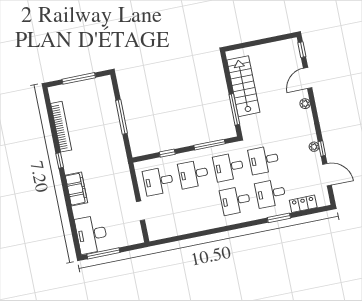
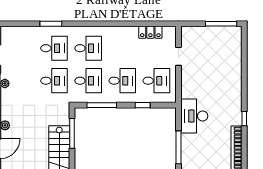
filing cabinet: (76, 189) -> (234, 89), removed
locker: (303, 204) -> (150, 32), moved
desk: (92, 234) -> (194, 116), moved, turned 180

